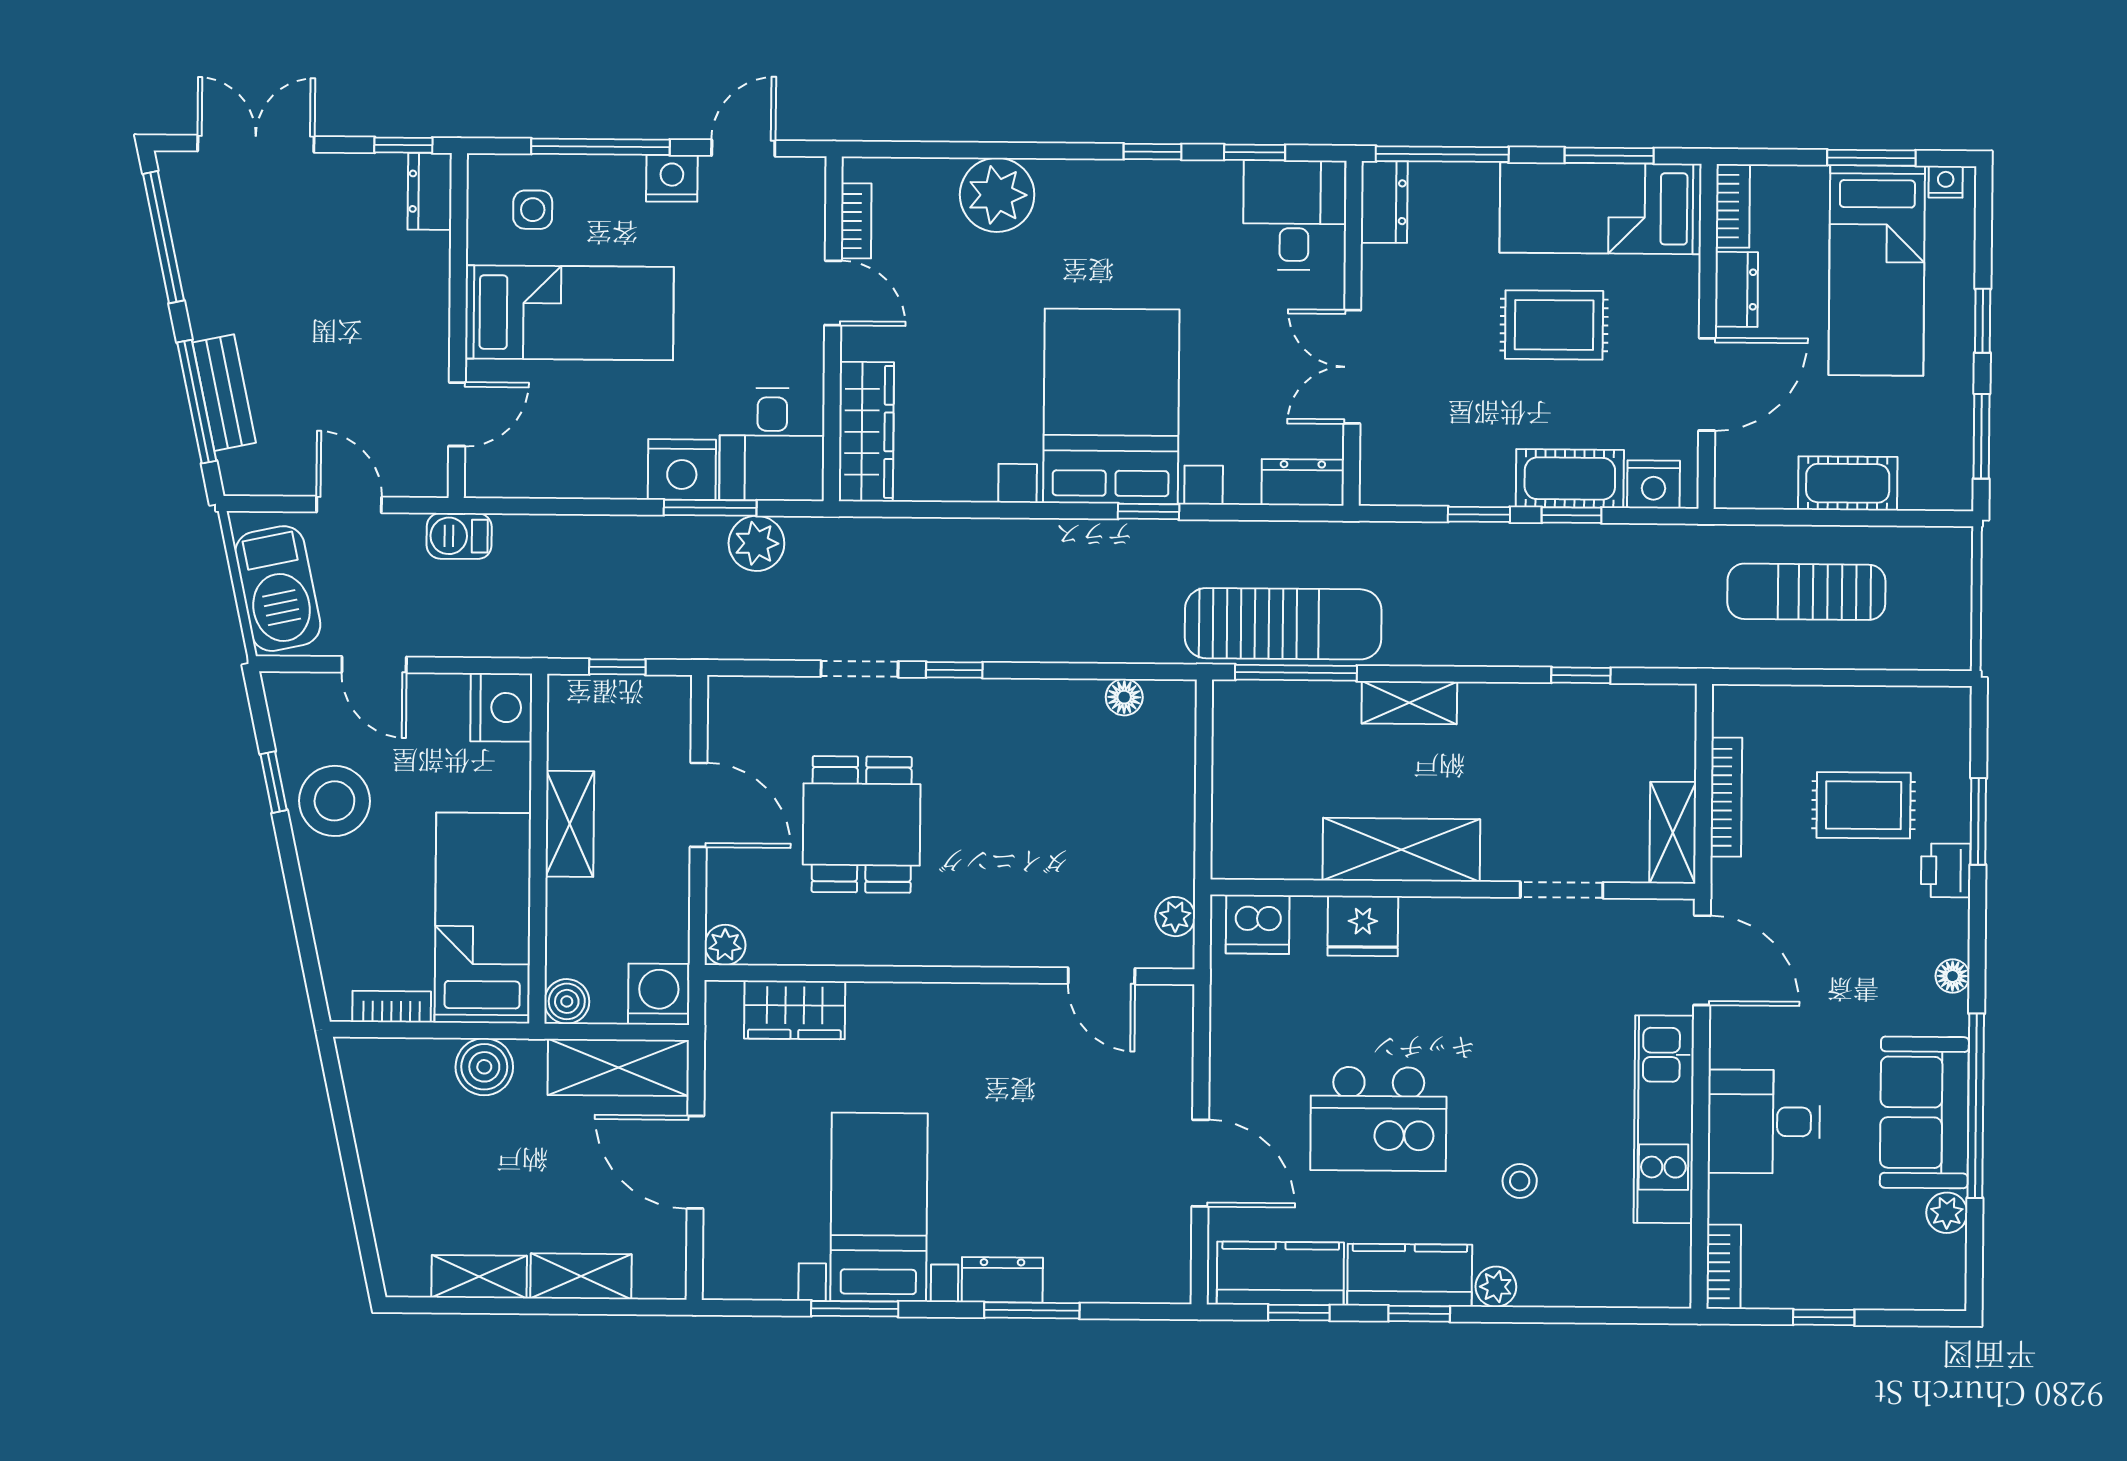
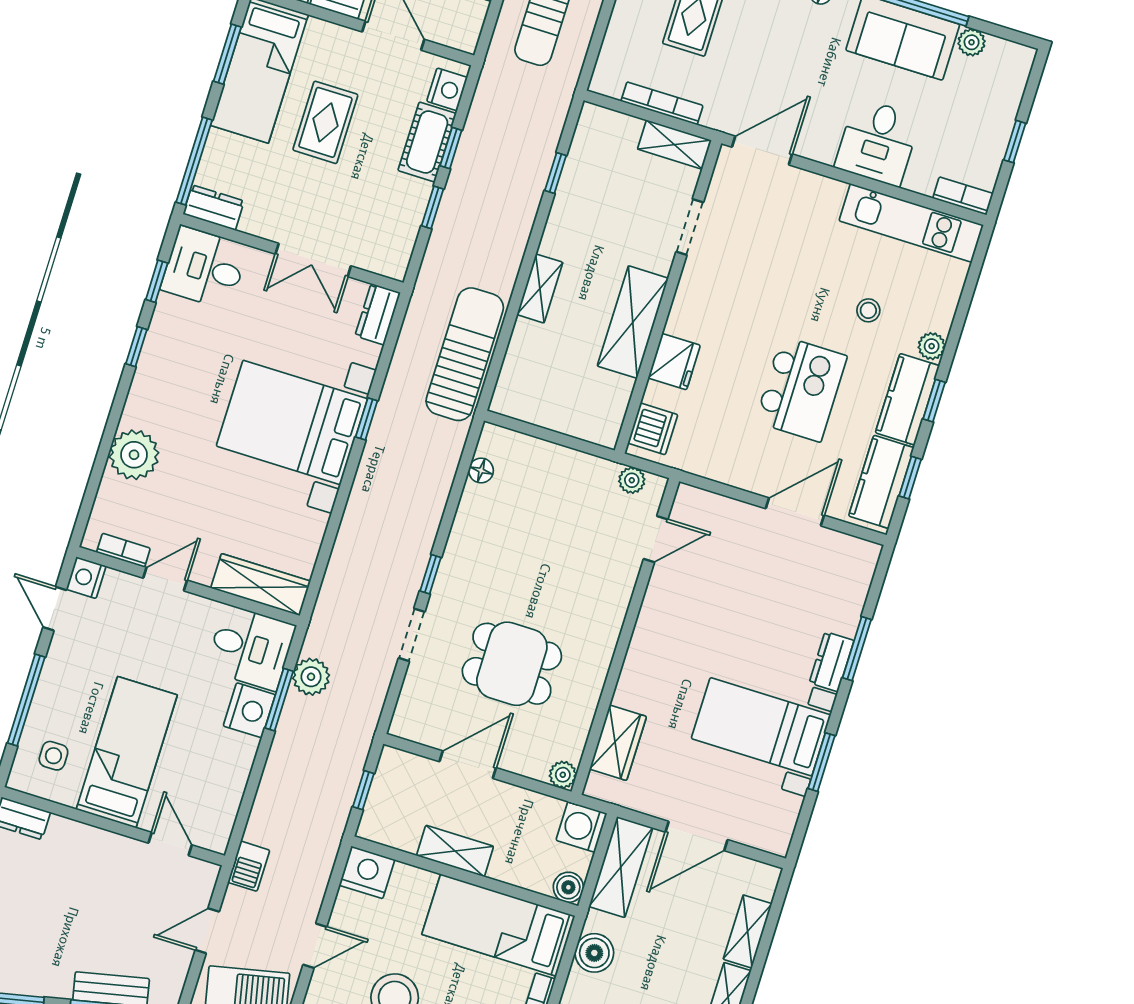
nightstand: (672, 178) -> (86, 578), moved
window: (1296, 673) -> (499, 355), removed
kitchen unit: (1664, 1119) -> (911, 223), moved

